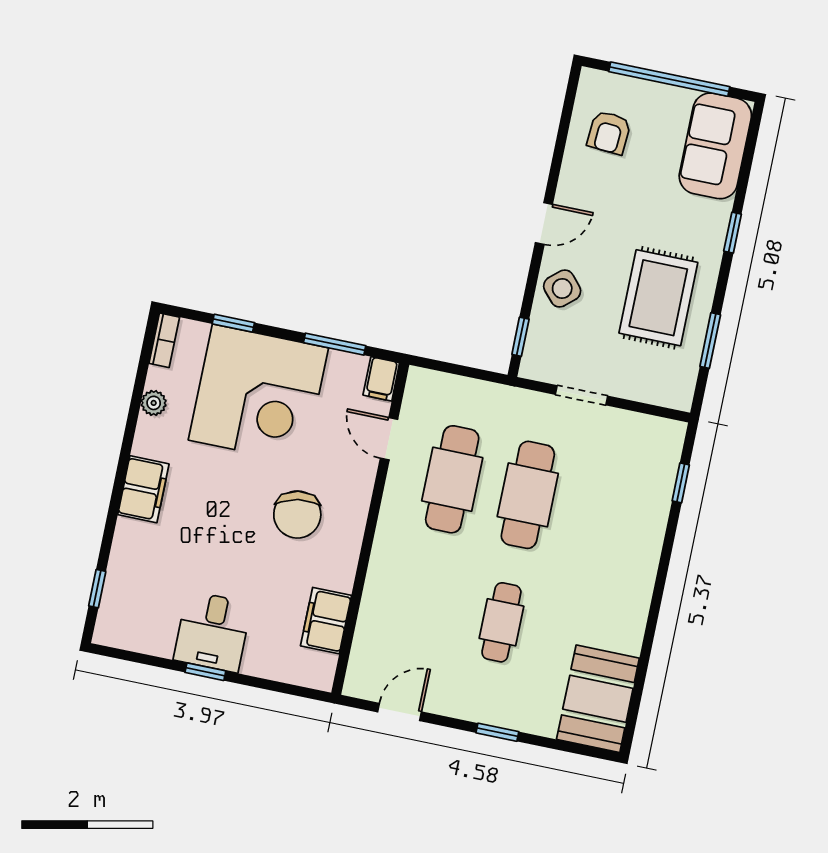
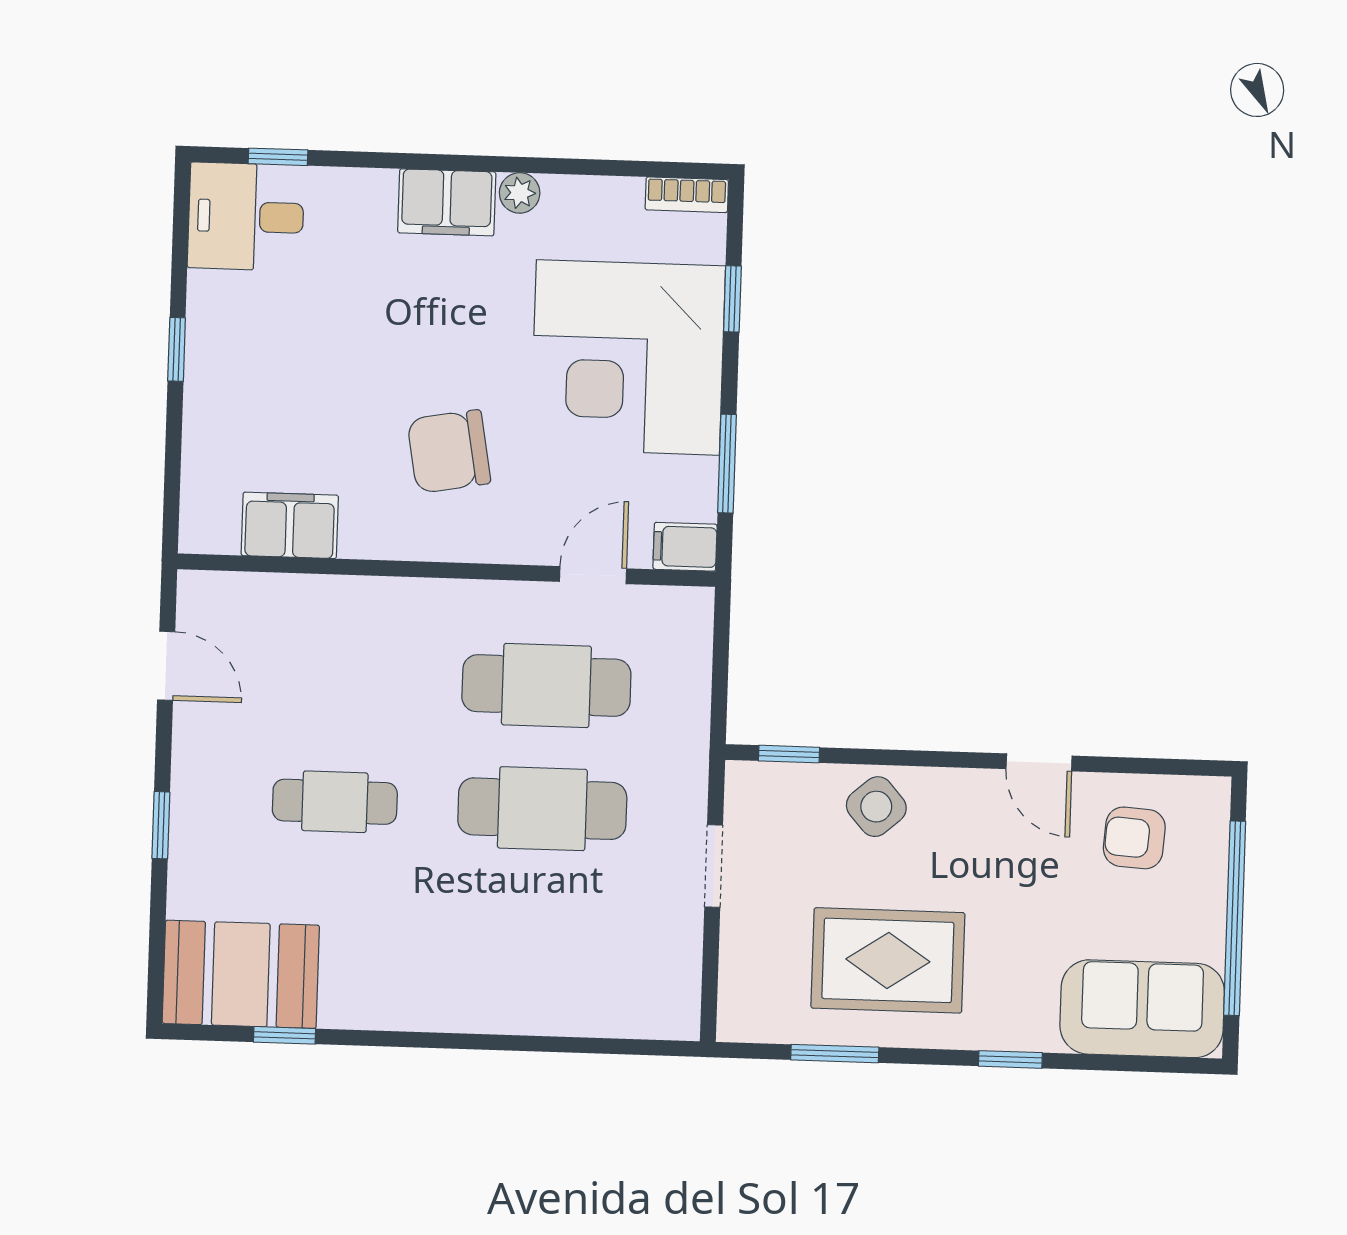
door: (544, 223) -> (1039, 762), moved
plant: (154, 403) -> (520, 193), moved
window: (681, 483) -> (285, 1035), moved
desk: (213, 632) -> (246, 217), moved

